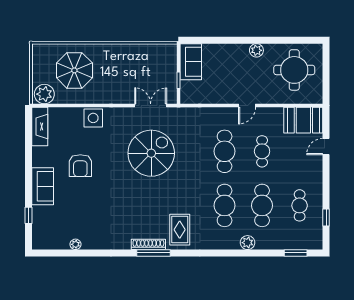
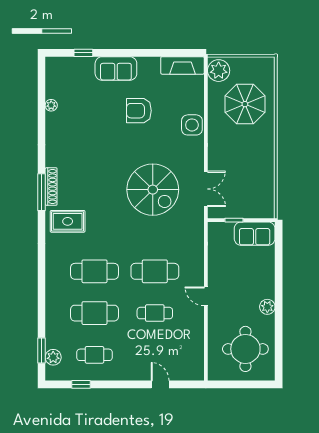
booth: (303, 120) -> (190, 359), removed
plant: (248, 243) -> (53, 357), moved

